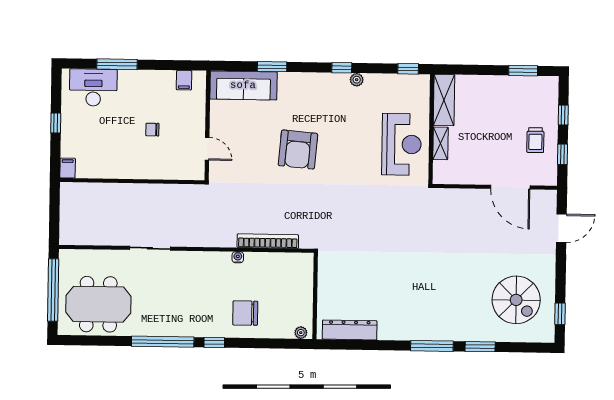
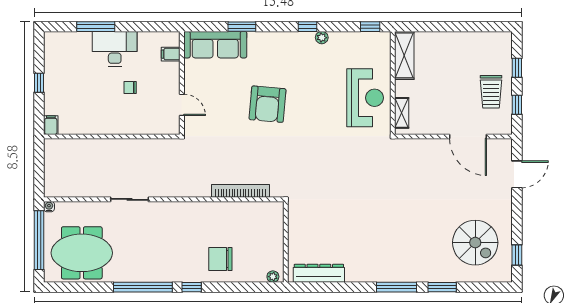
window: (523, 71) -> (478, 27), removed
filing cabinet: (184, 80) -> (171, 54), moved, turned 90
desk: (93, 87) -> (115, 49), moved
trolley: (535, 140) -> (491, 92), width x1.36, depth x1.39
shelving: (440, 143) -> (402, 113), moved
water cooler: (238, 257) -> (49, 207), moved

